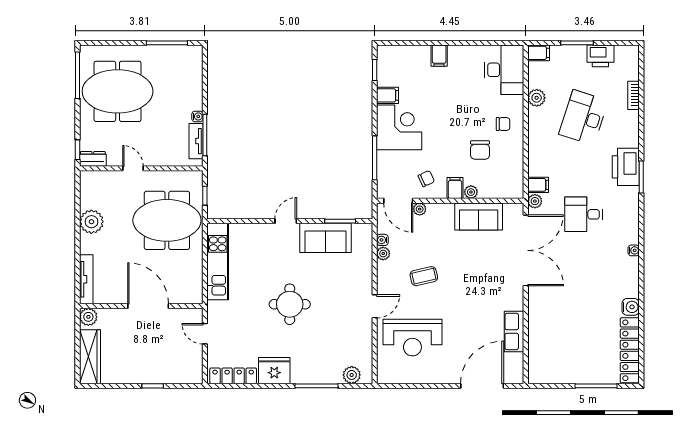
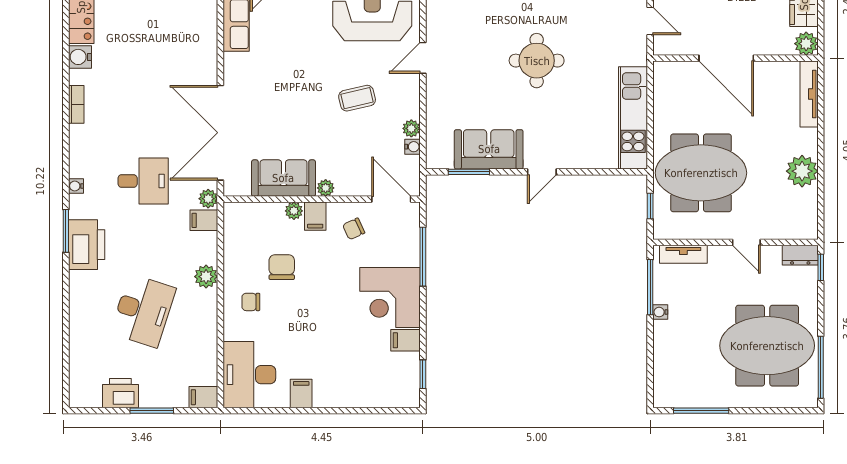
filing cabinet: (439, 56) -> (301, 394), moved
bookcase: (634, 95) -> (76, 104), moved
plant: (537, 98) -> (206, 277), moved
tv unit: (196, 141) -> (683, 254), moved, turned 90
plant: (420, 209) -> (326, 188), moved
water cooler: (634, 250) -> (76, 186), moved

